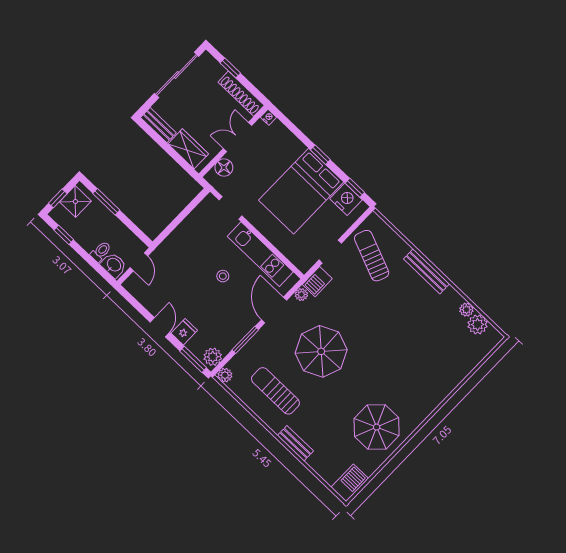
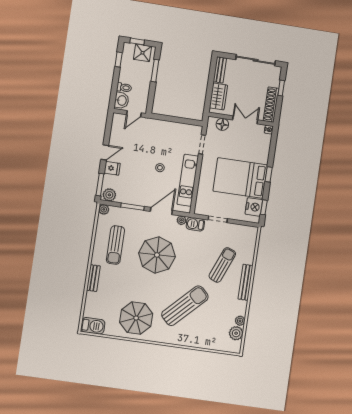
sun lounger: (372, 256) -> (222, 265), moved
sun lounger: (403, 361) -> (185, 306), added
sun lounger: (275, 391) -> (115, 245), turned 180

